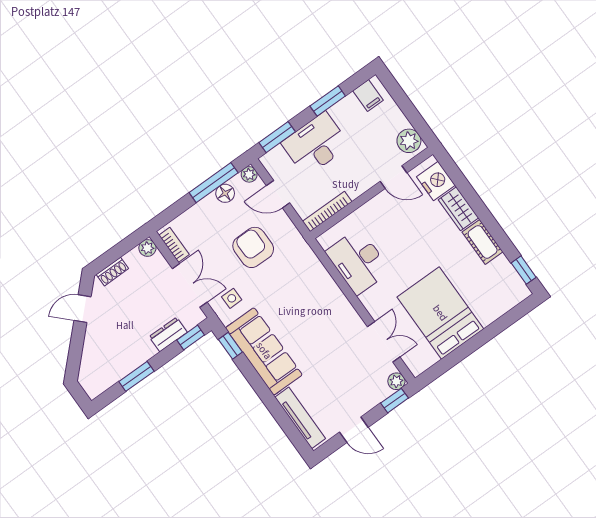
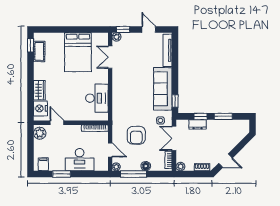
window: (277, 137) -> (93, 174), removed
floor lamp: (225, 193) -> (146, 166), moved
cot: (483, 242) -> (39, 51), moved
window: (191, 338) -> (200, 116), moved

